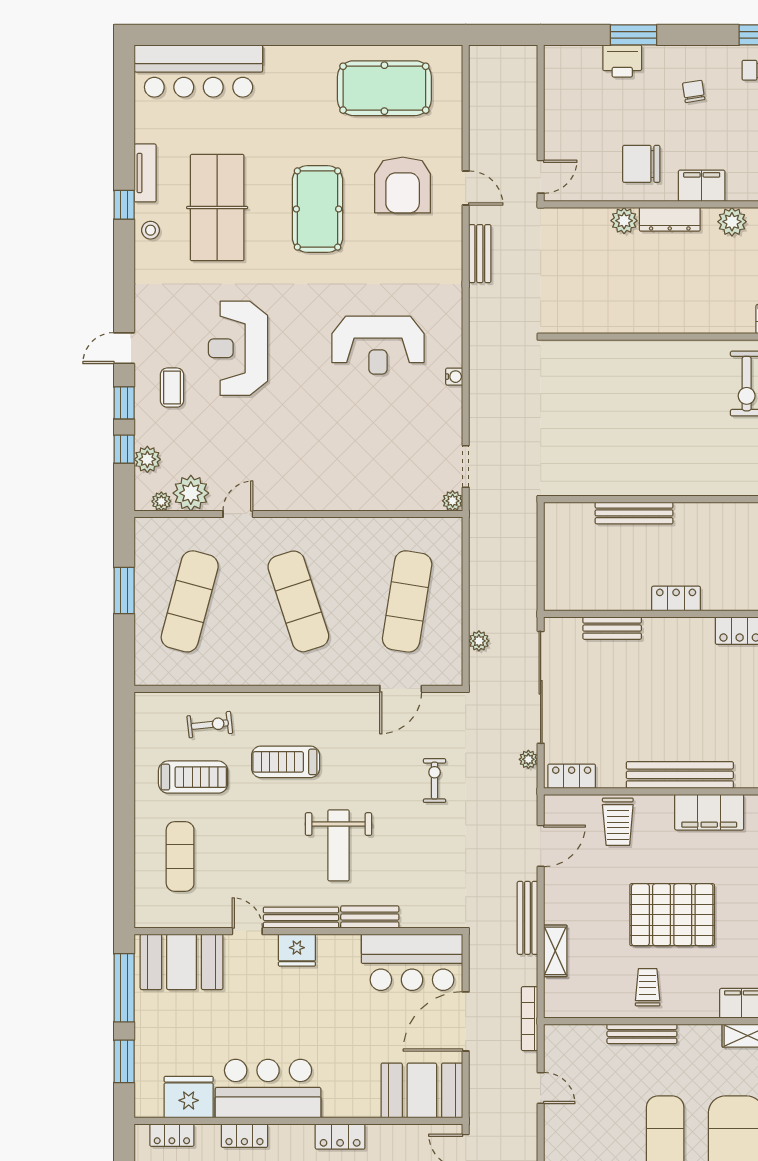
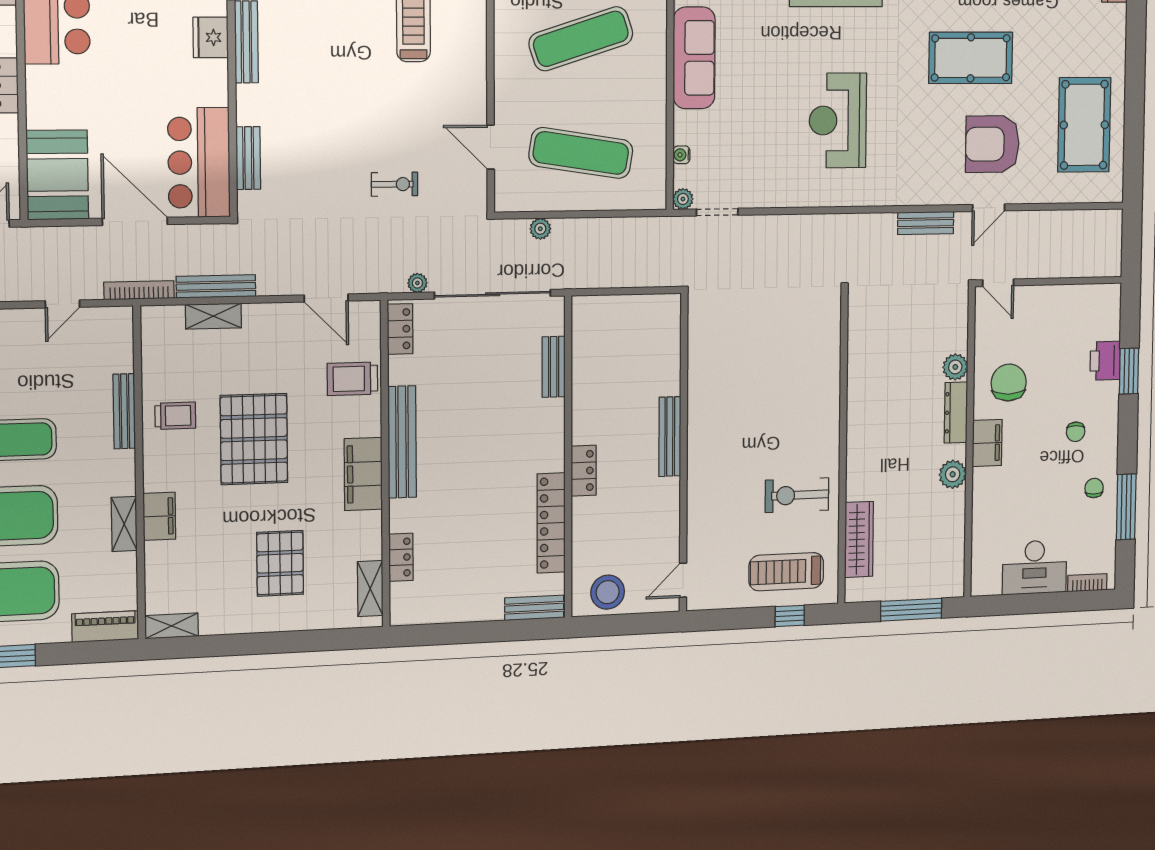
chair: (694, 91) -> (1076, 432), turned 99
water cooler: (454, 377) -> (681, 155), moved, turned 90
sofa: (317, 490) -> (694, 58), added
bench: (634, 513) -> (670, 437), moved
locker: (676, 599) -> (584, 471), moved
weight bench: (338, 845) -> (325, 82), removed
bench: (370, 917) -> (248, 158), moved
bench: (527, 918) -> (216, 286), moved

